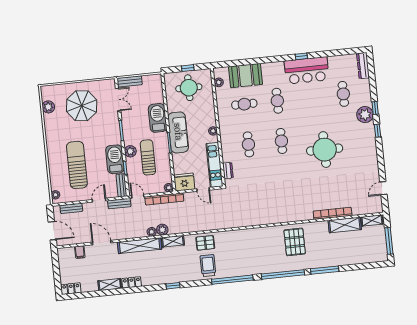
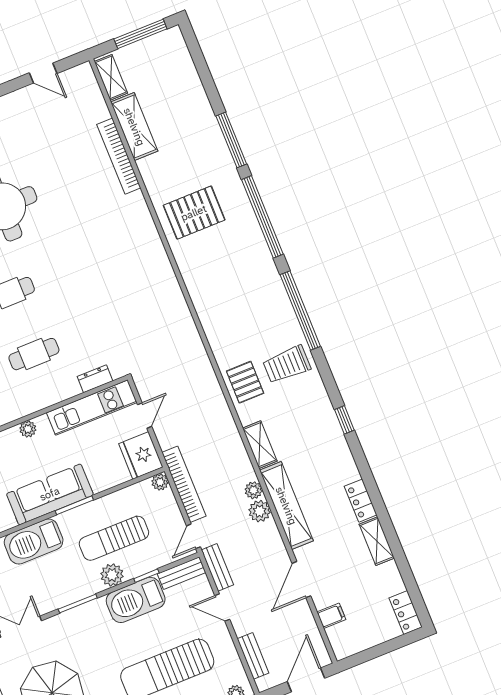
plant: (162, 230) -> (260, 511), moved

